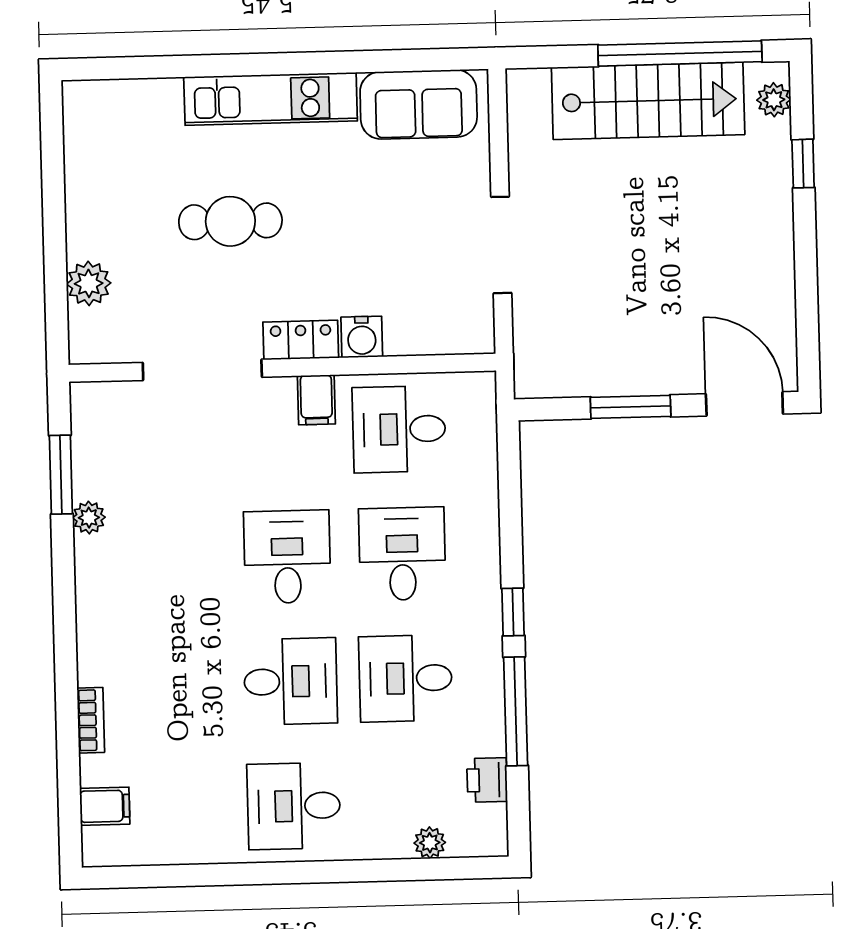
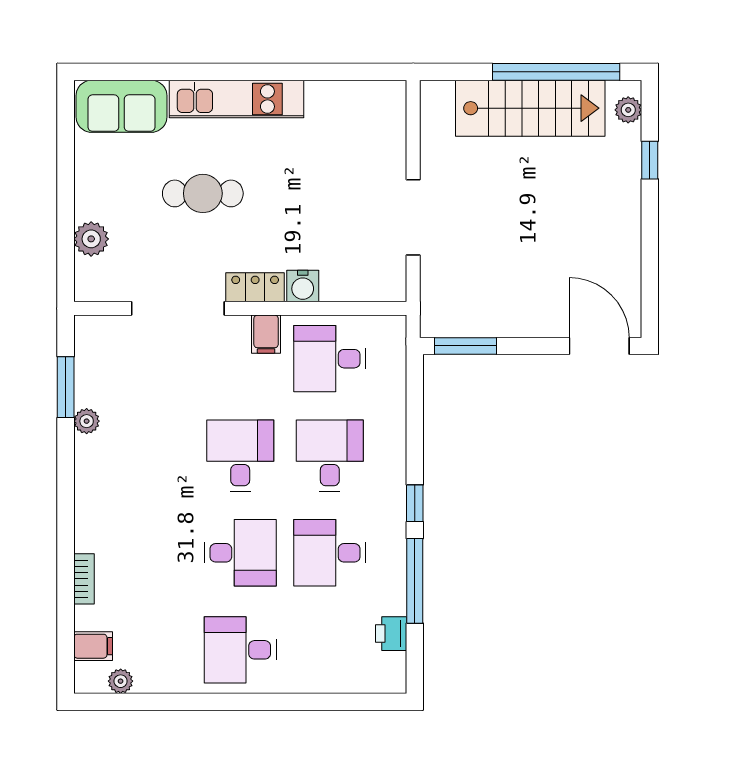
sofa: (419, 104) -> (121, 106), moved
window: (631, 407) -> (465, 346), moved
plant: (430, 843) -> (121, 681), moved

